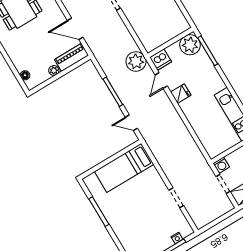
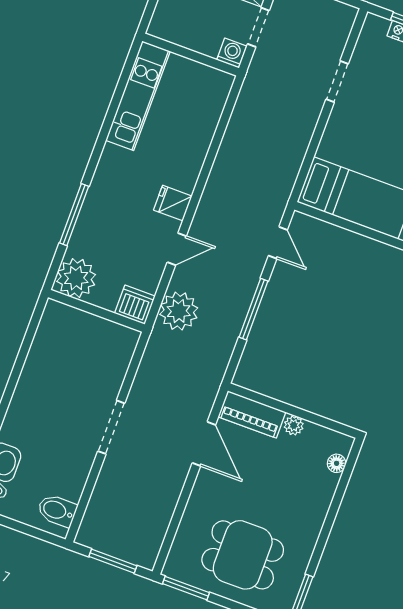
wall: (171, 42) -> (96, 311), moved
plant: (190, 45) -> (76, 278), moved
dishwasher: (161, 60) -> (135, 305), moved

